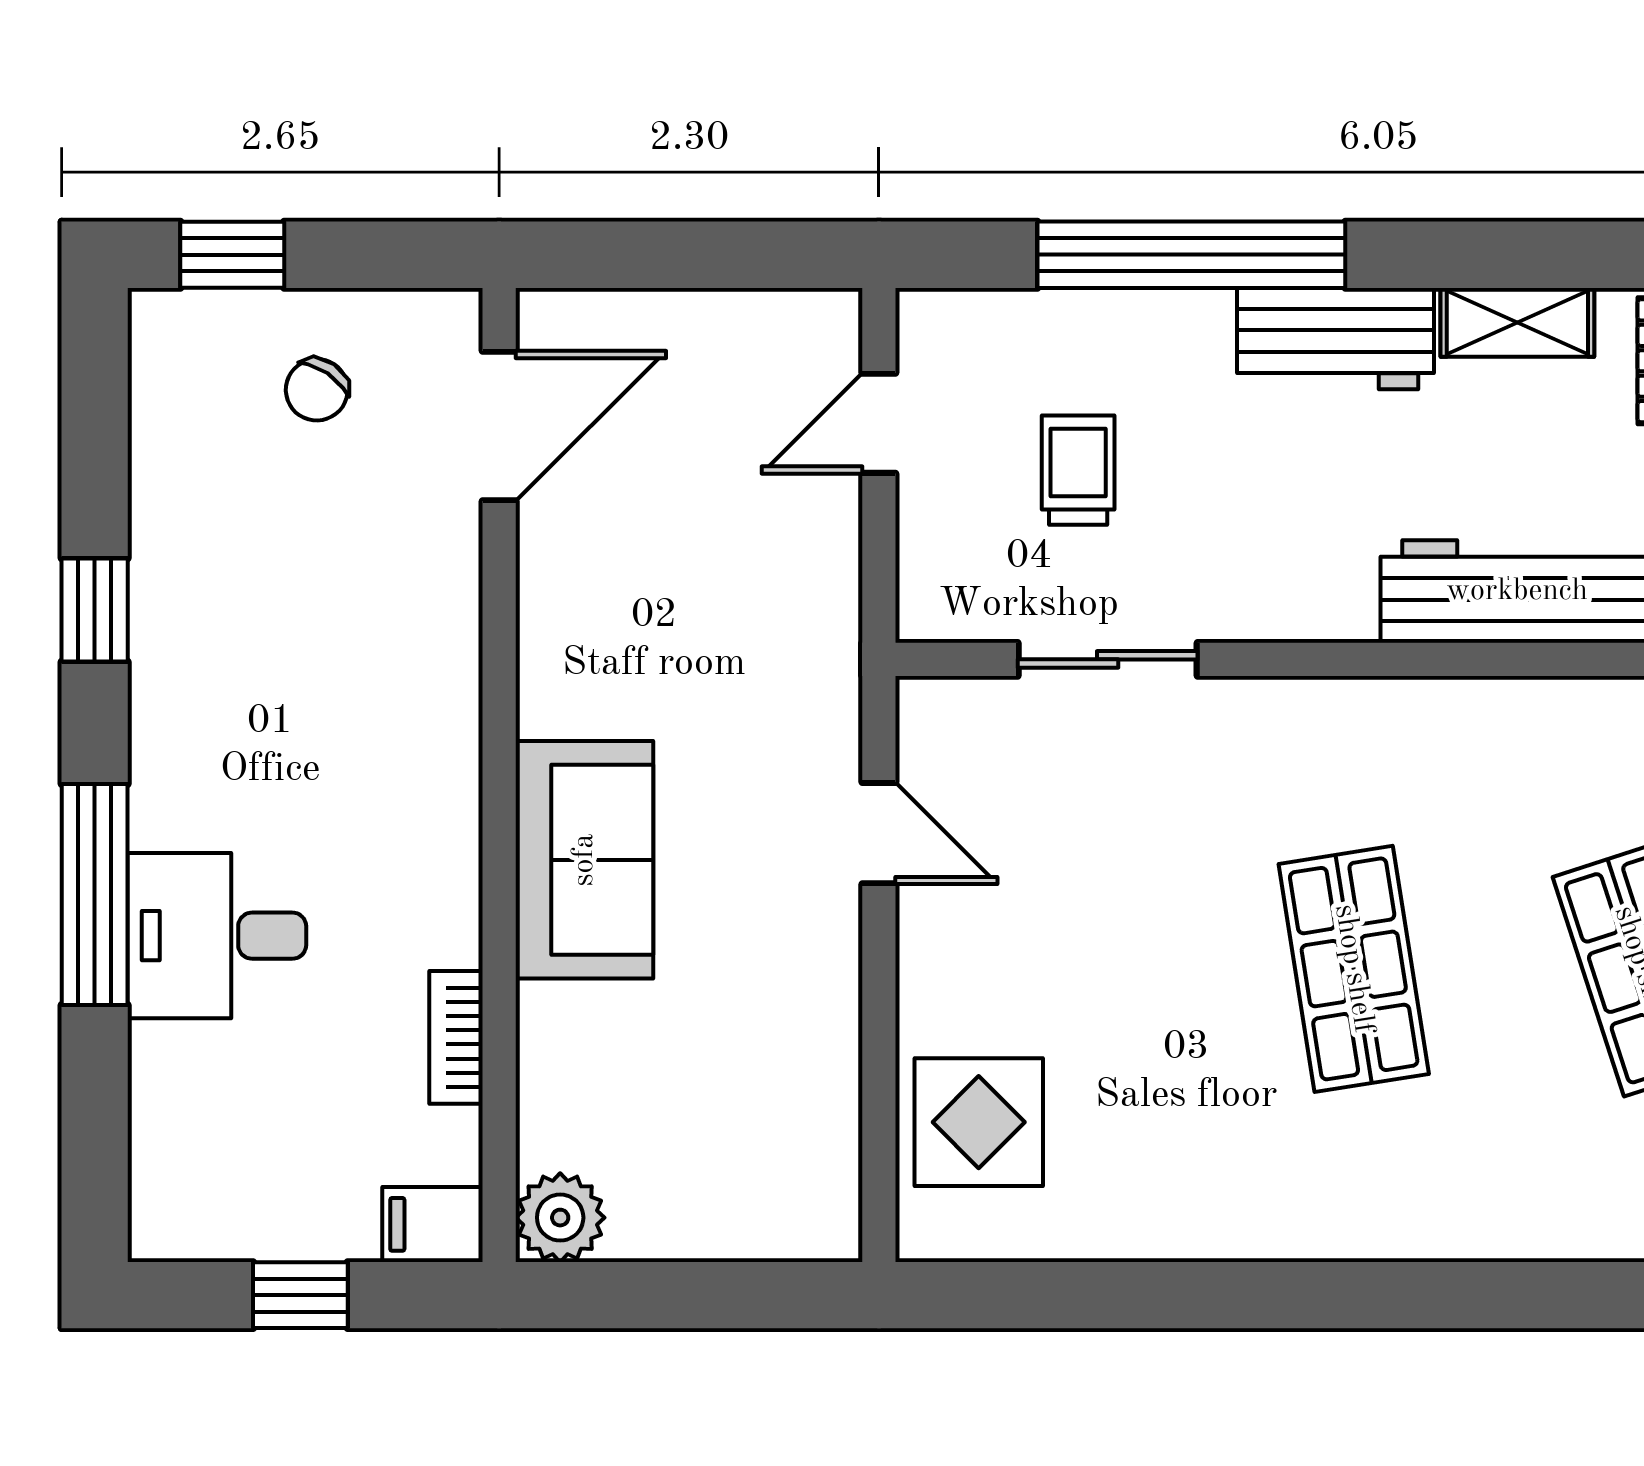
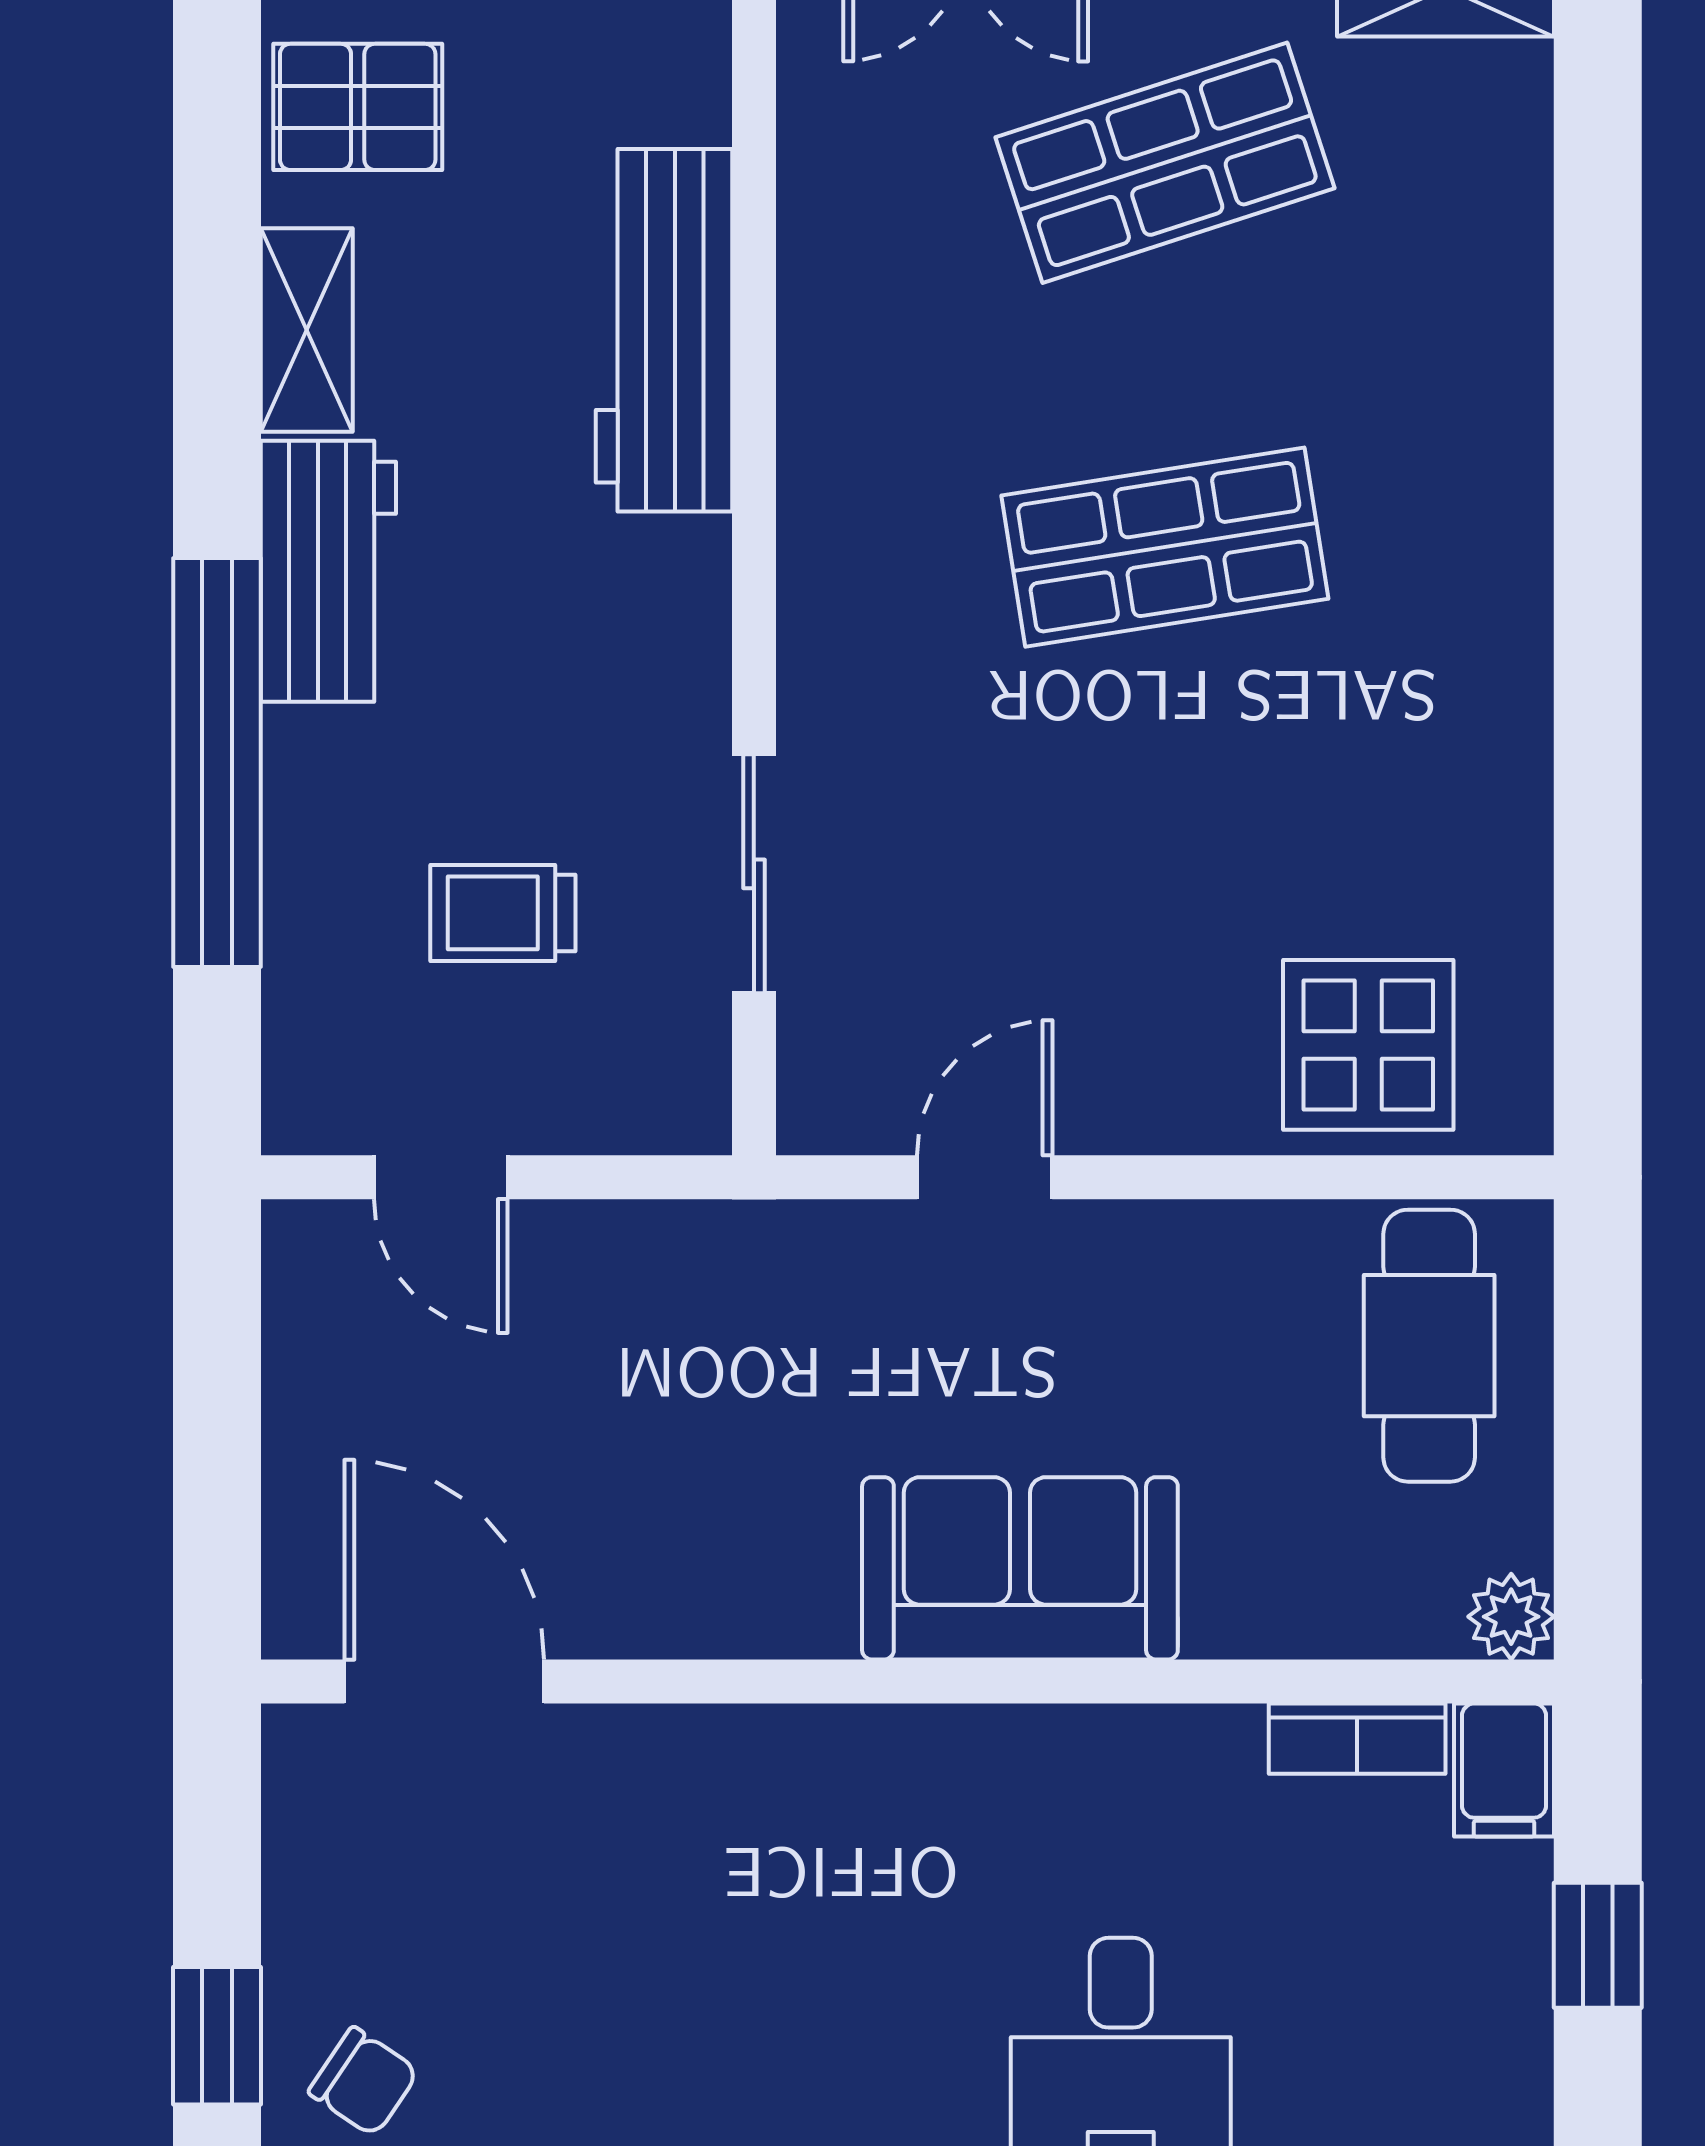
chair: (317, 390) -> (364, 2082), moved
bookcase: (456, 1037) -> (1357, 1739), moved
cafe table: (752, 1168) -> (1429, 1346), added
plant: (560, 1218) -> (1511, 1617), width x0.73, depth x0.73

